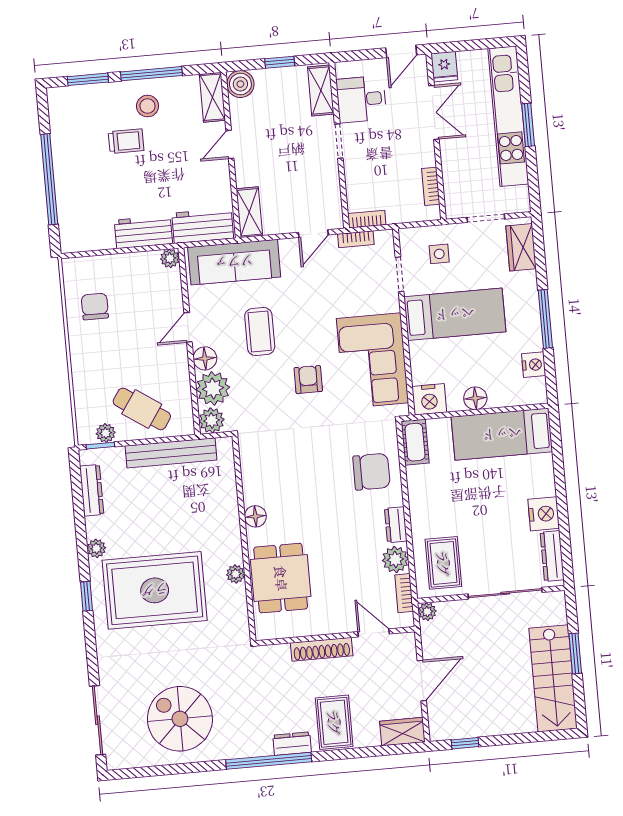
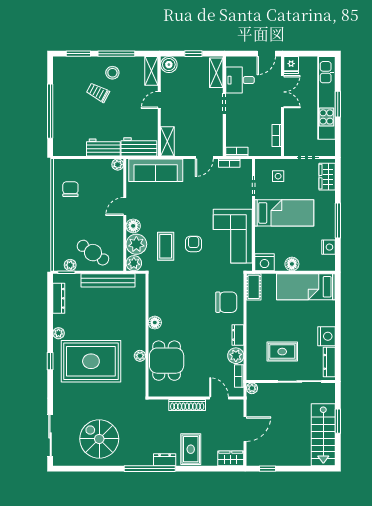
trolley: (126, 141) -> (98, 92), turned -152
coffee table: (260, 332) -> (166, 246), moved
rug: (443, 563) -> (282, 352), moved, turned 90

